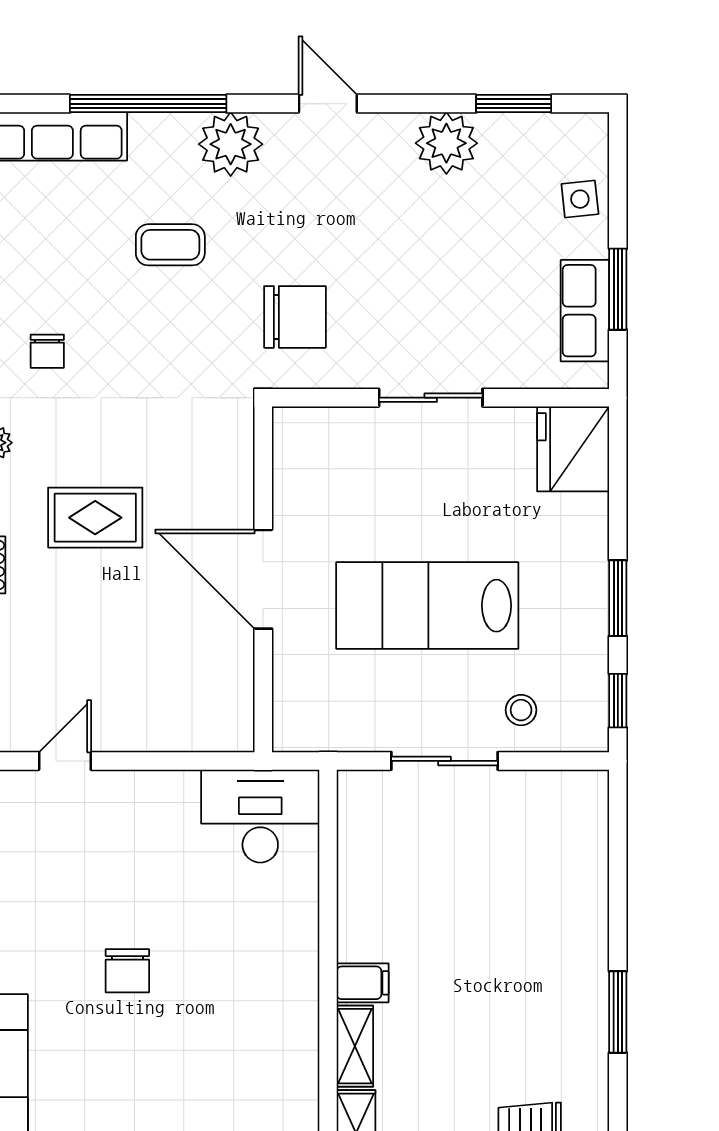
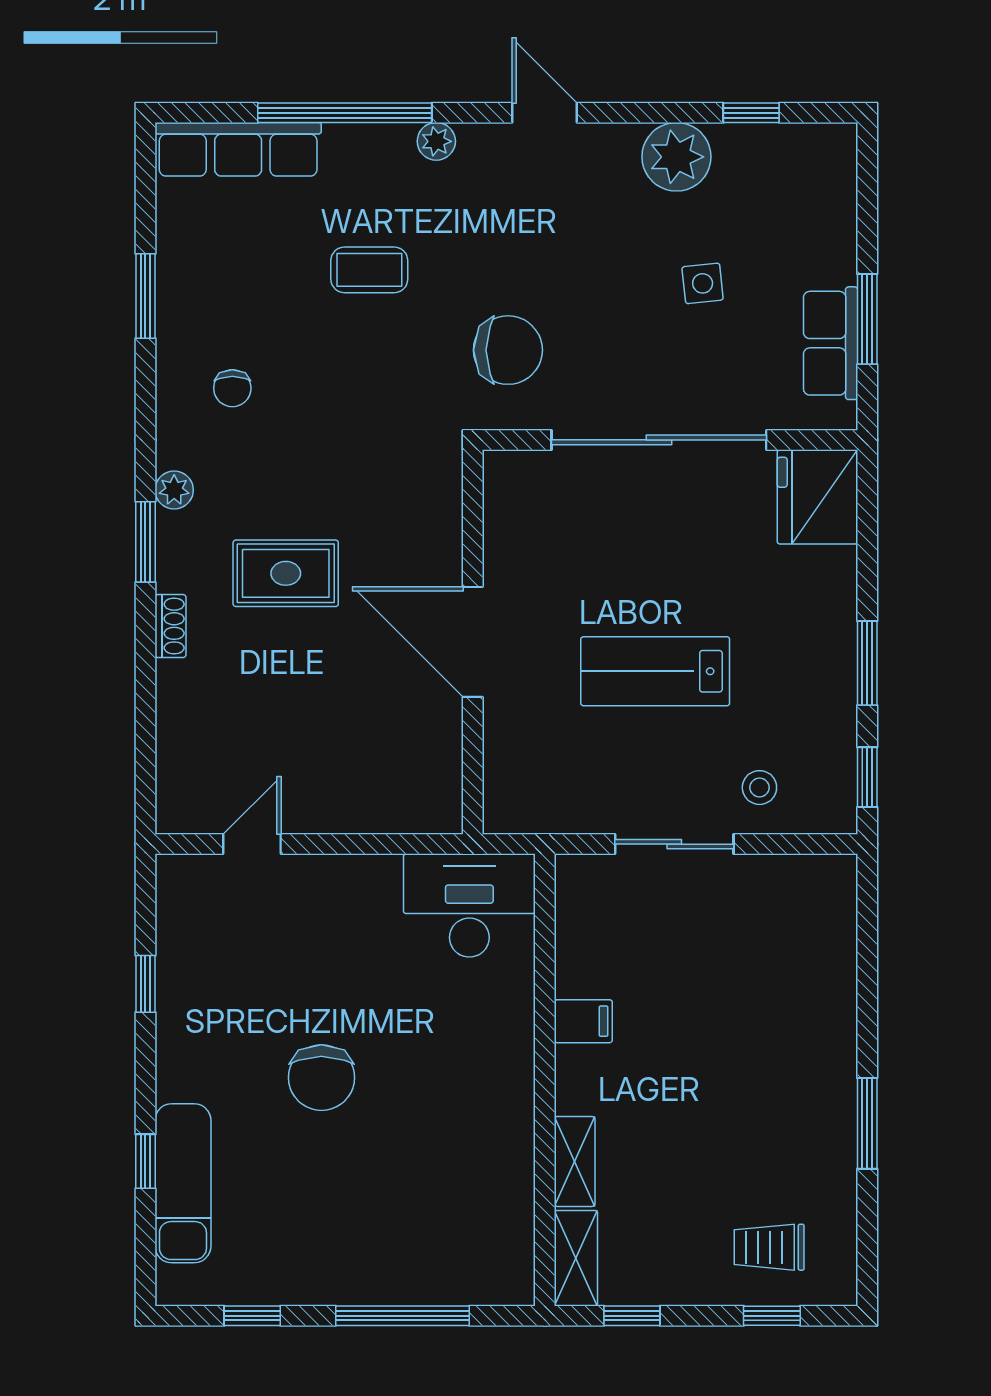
window: (514, 104) -> (751, 113), width x0.67
plant: (231, 144) -> (436, 141), width x0.53, depth x0.53
side table: (580, 199) -> (703, 283), moved
sliding door: (431, 398) -> (659, 440), width x1.86
lab bench: (427, 606) -> (655, 671), width x0.73, depth x0.72
chair: (127, 971) -> (321, 1078), width x1.37, depth x1.37
filing cabinet: (363, 983) -> (583, 1021), moved

